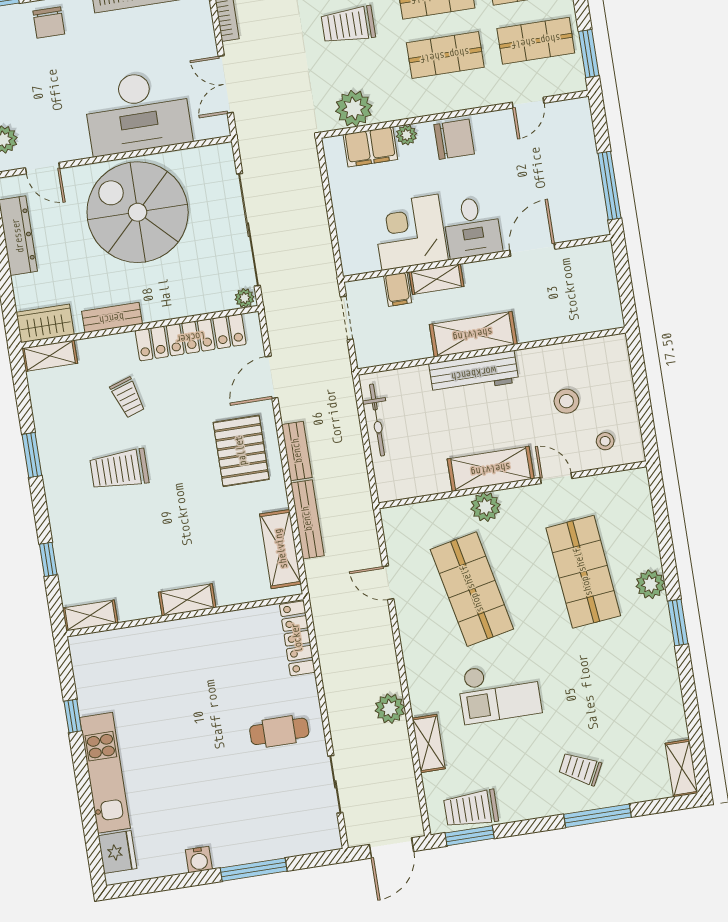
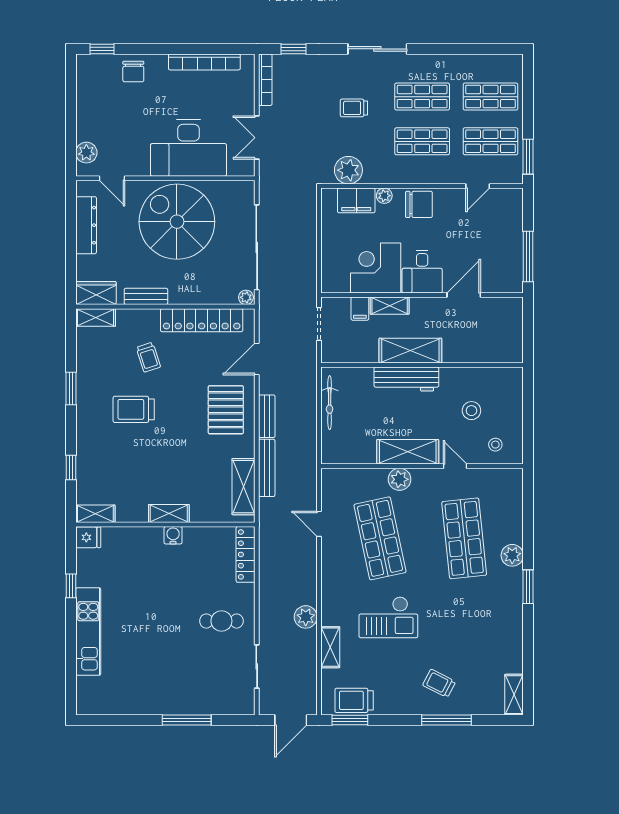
trolley: (348, 25) -> (354, 108), width x0.73, depth x0.72
fridge: (118, 852) -> (88, 537), moved, width x0.72
water cooler: (199, 860) -> (173, 535), moved, turned 180

